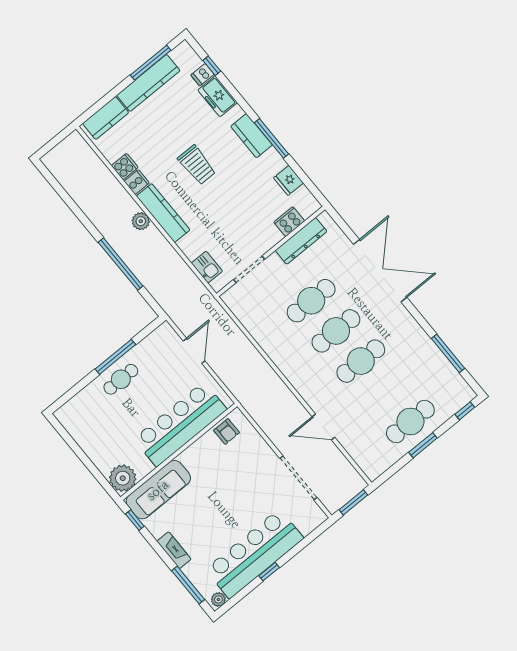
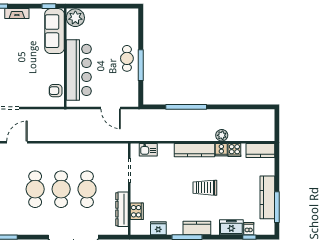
kitchen counter: (106, 118) -> (260, 151), moved, turned -90
plant: (141, 221) -> (222, 135), moved

